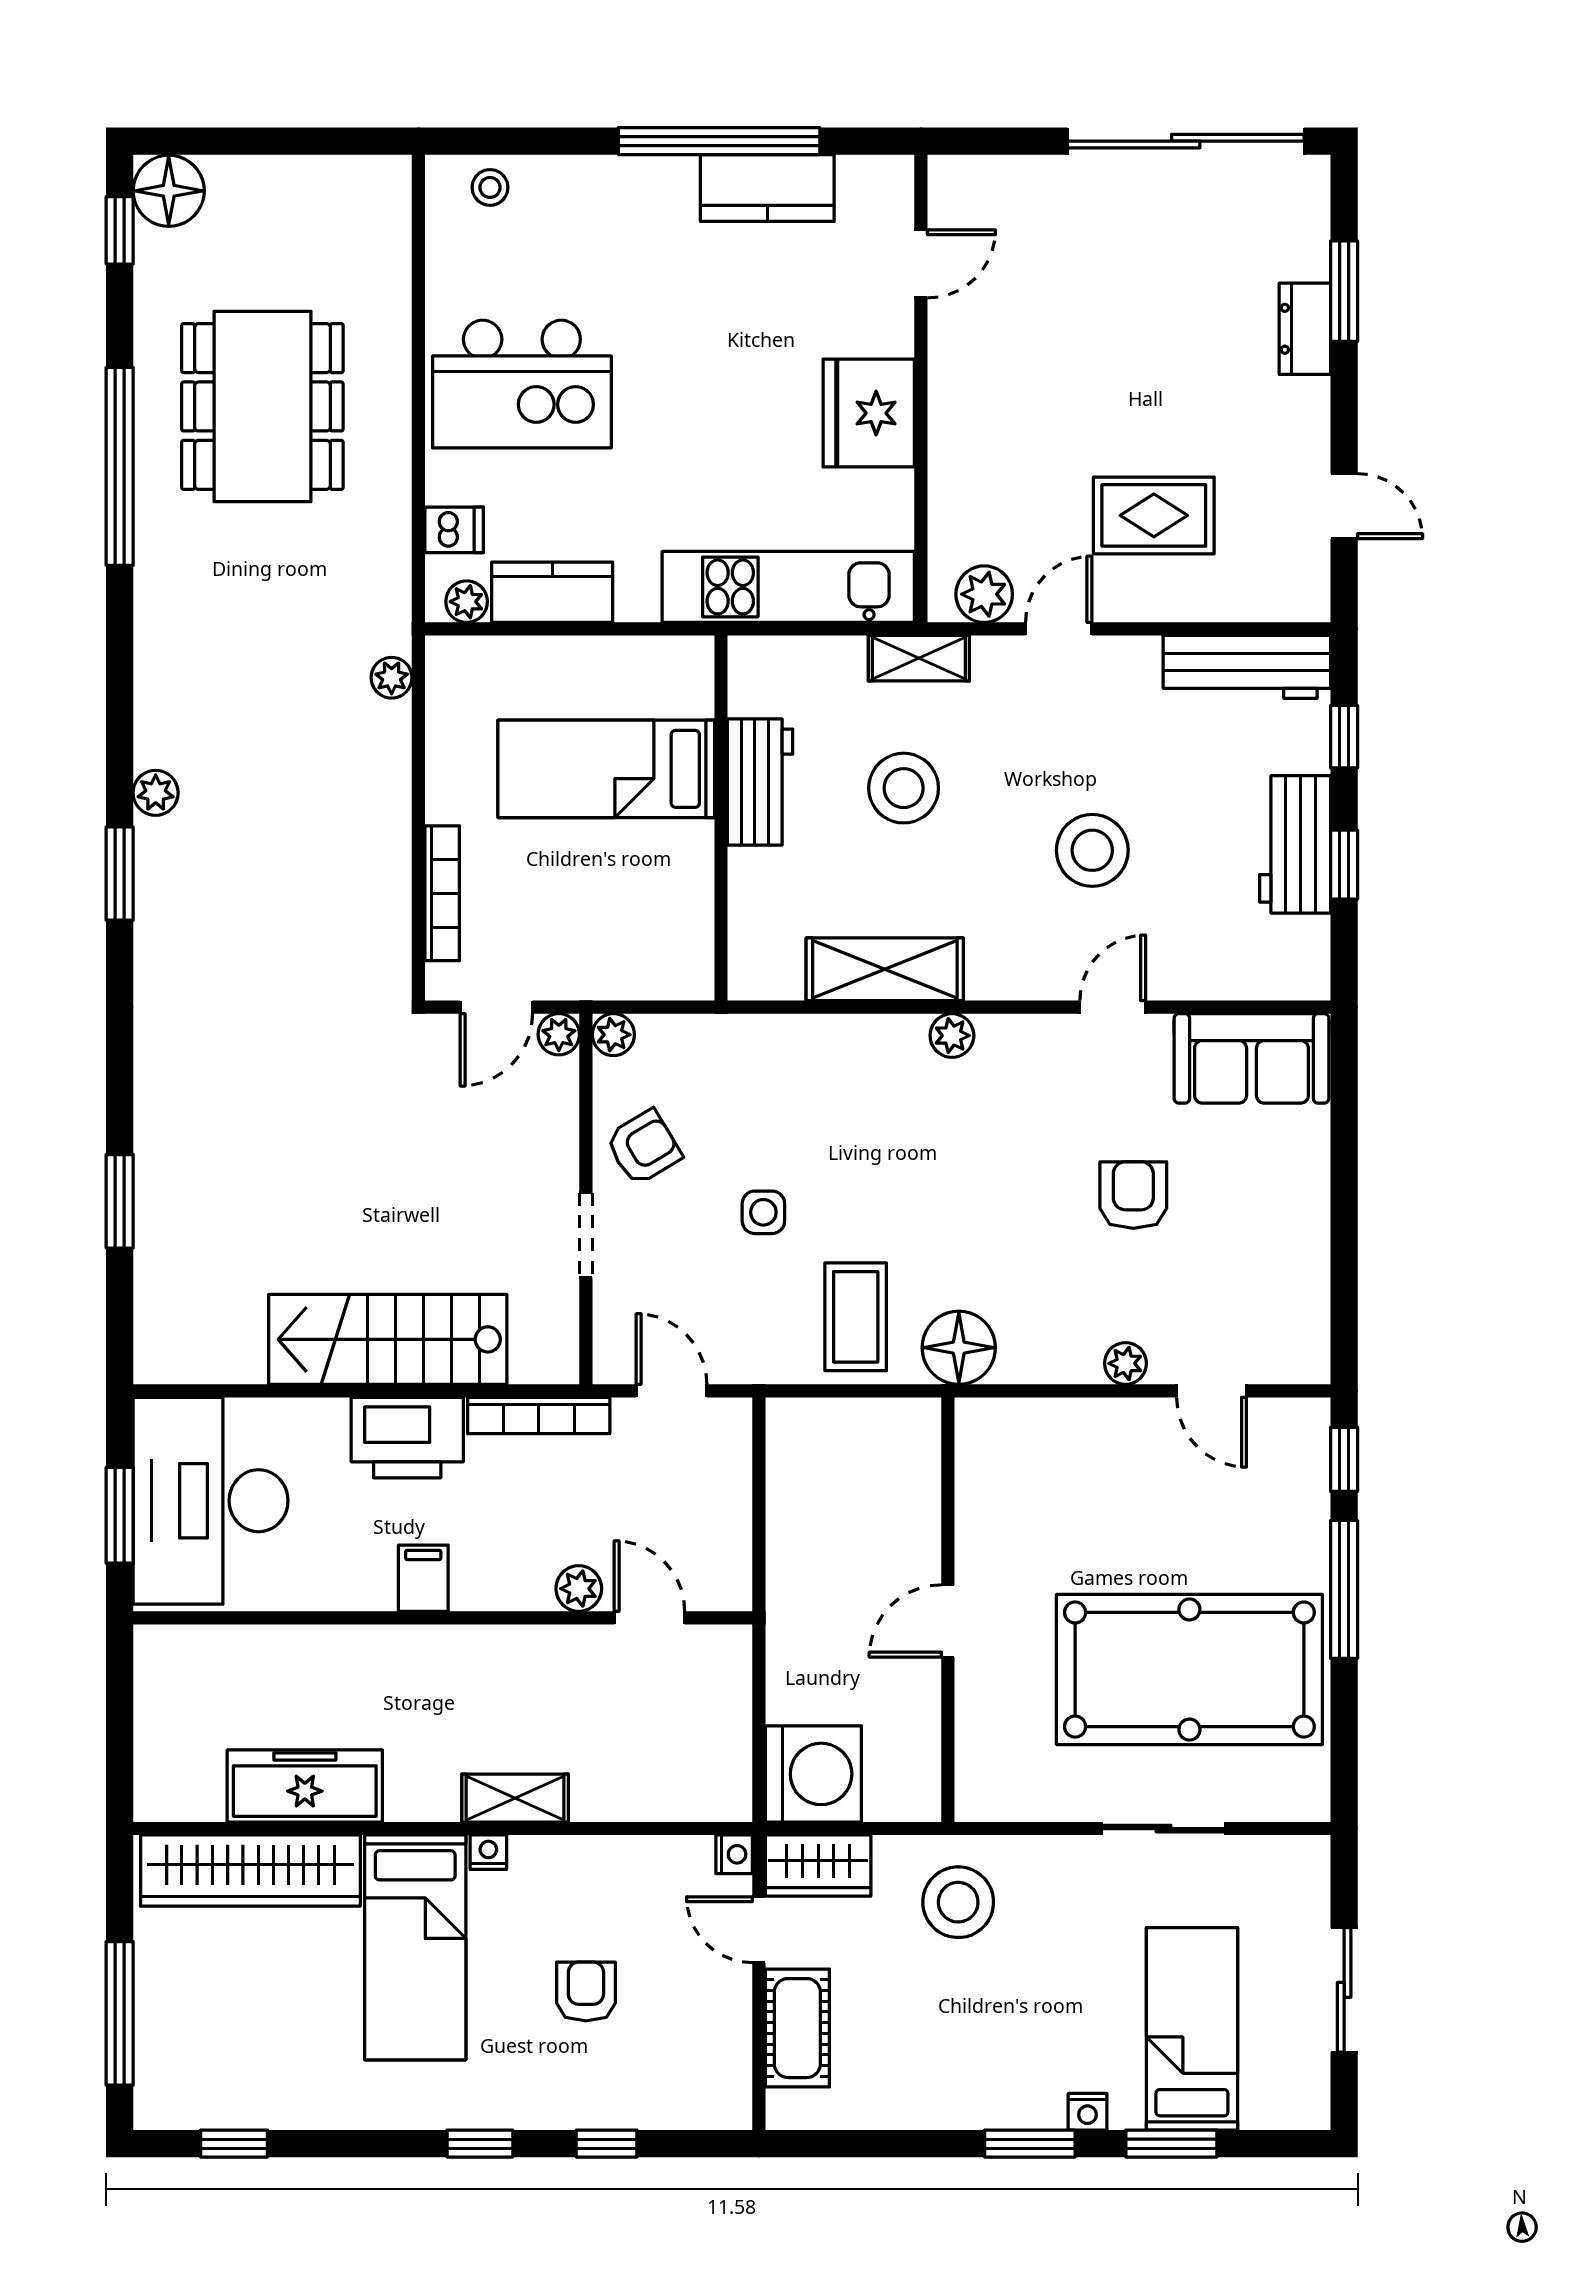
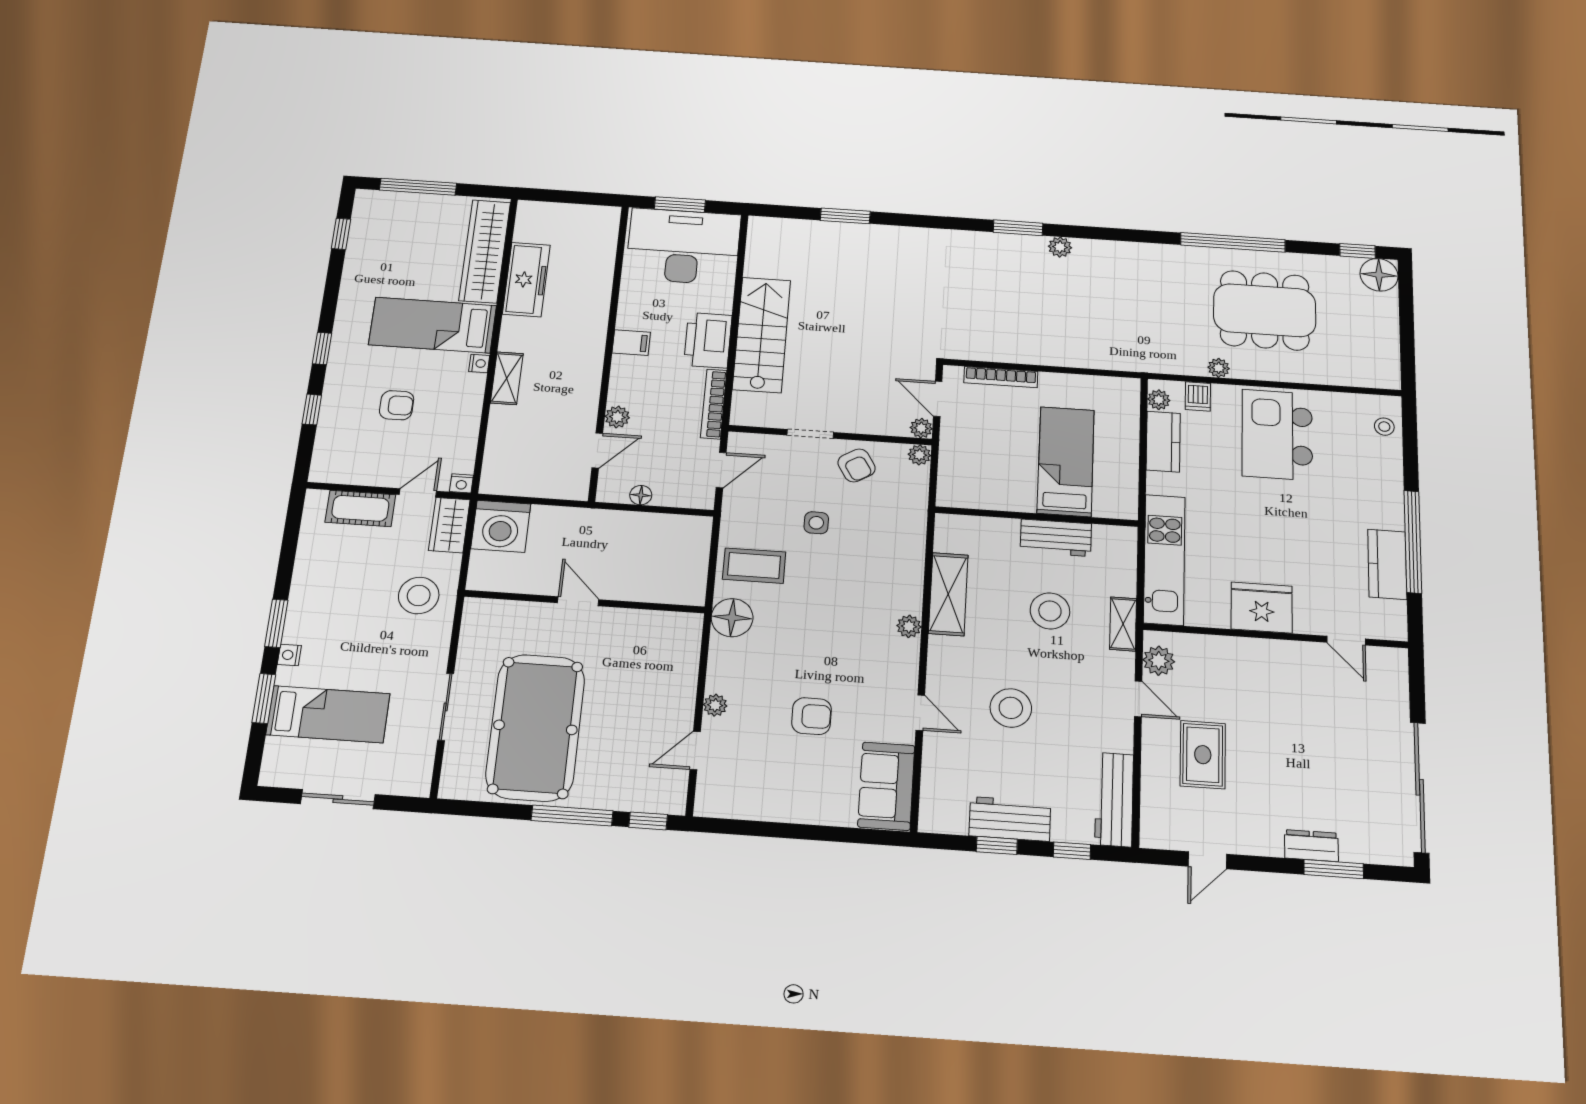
plant: (392, 678) -> (1219, 368), moved
floor lamp: (733, 1531) -> (641, 495), added

